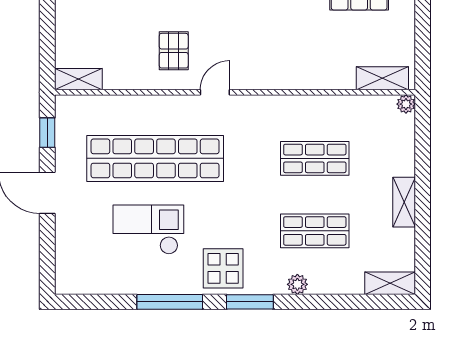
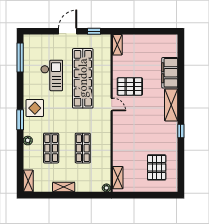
pallet: (174, 51) -> (130, 86), width x1.50, depth x1.42
window: (170, 302) -> (20, 57), moved

